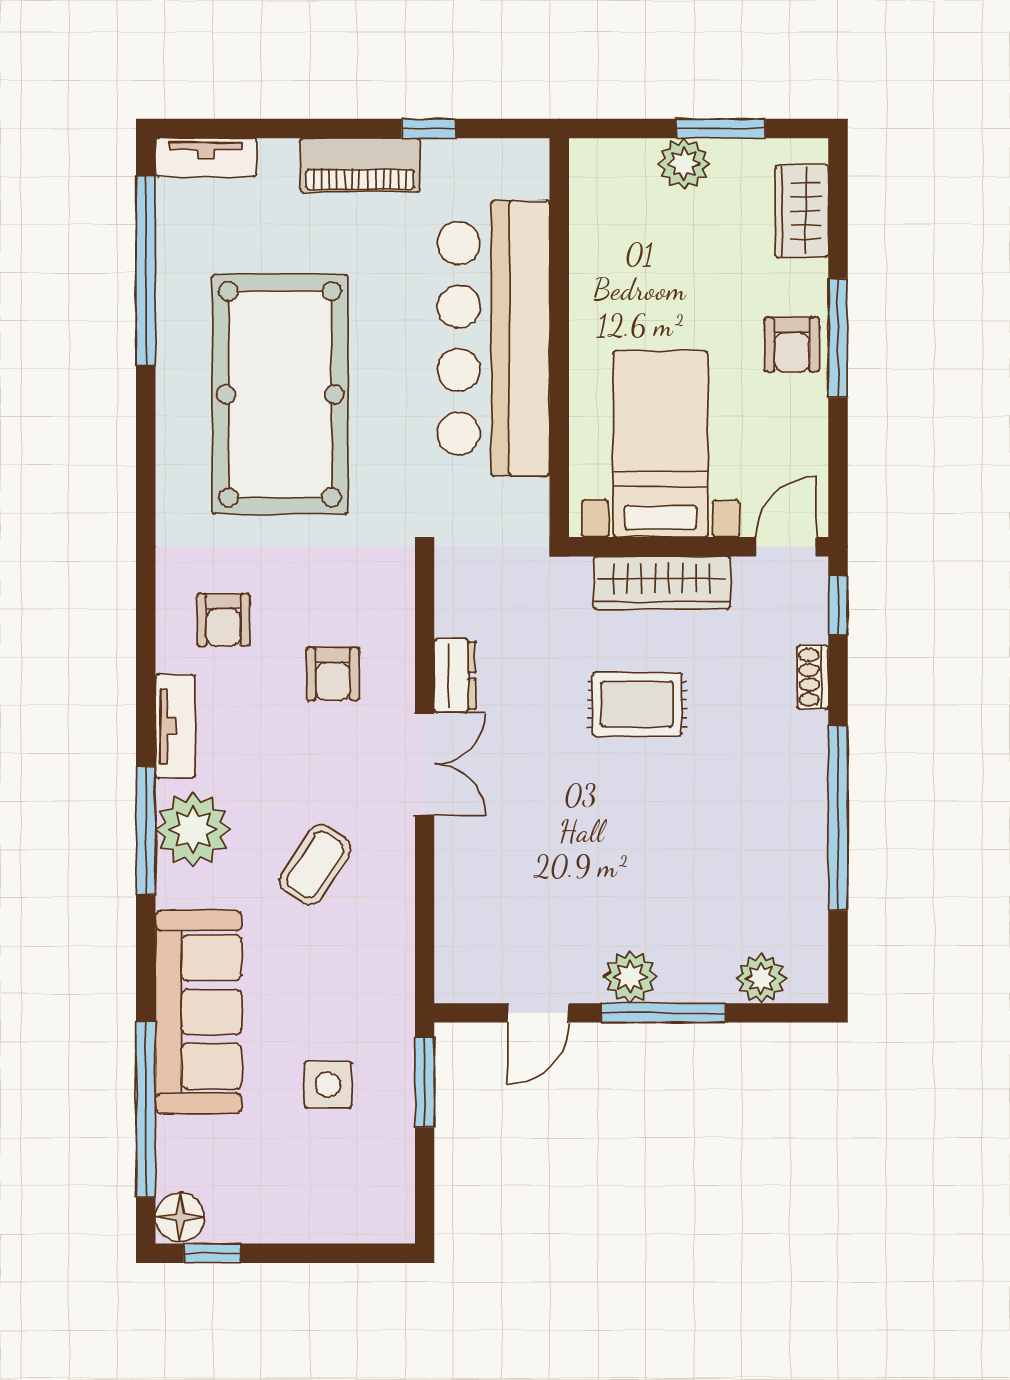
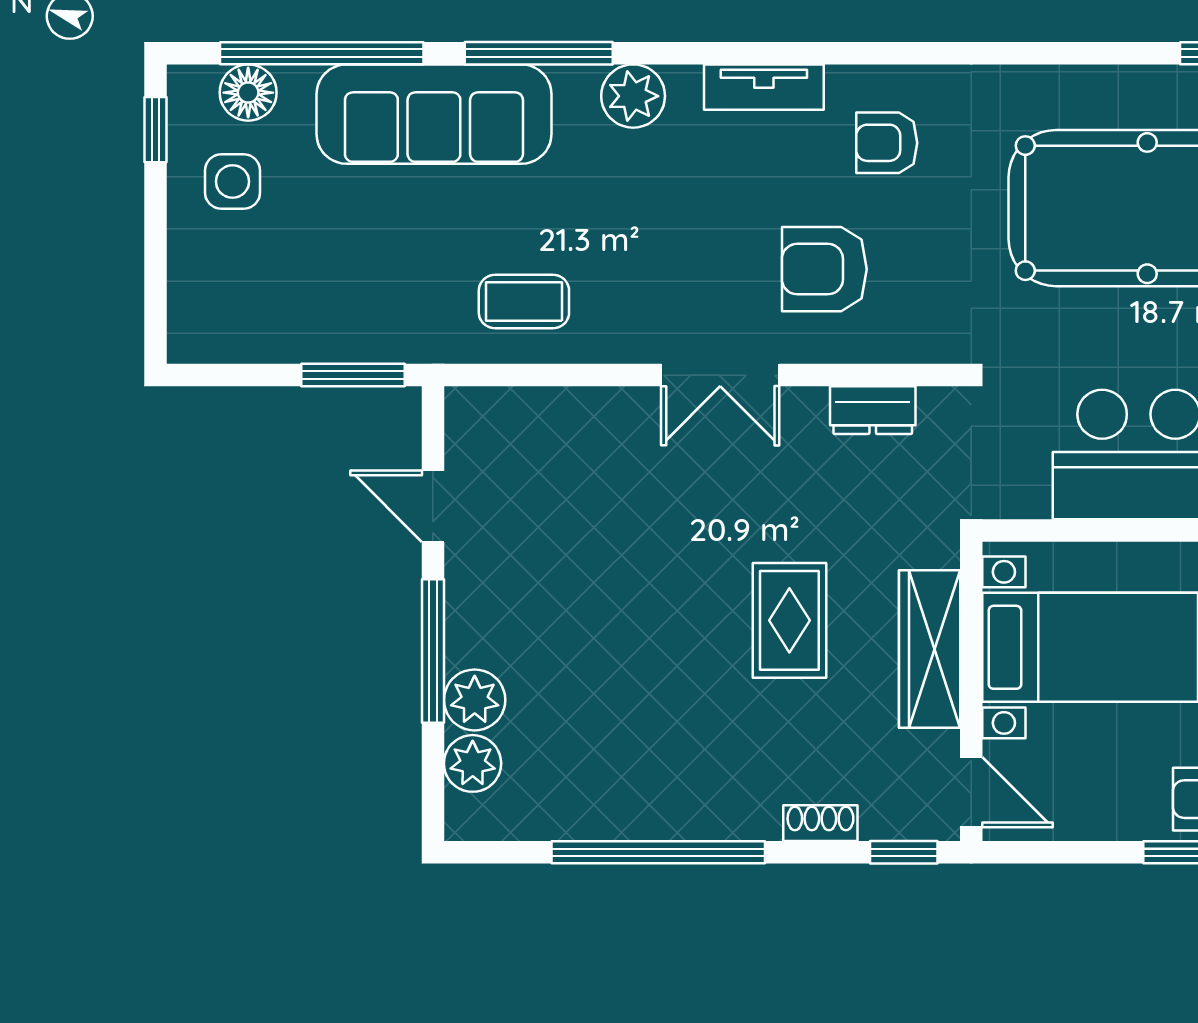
armchair: (333, 674) -> (824, 269), width x1.38, depth x1.38
dresser: (455, 675) -> (873, 410), moved
window: (146, 830) -> (539, 53), moved
plant: (193, 830) -> (633, 96), width x0.73, depth x0.73
coffee table: (315, 865) -> (524, 302), moved, turned -33
plant: (630, 977) -> (475, 700), moved
side table: (328, 1085) -> (232, 182), moved
floor lamp: (180, 1217) -> (248, 93), moved

